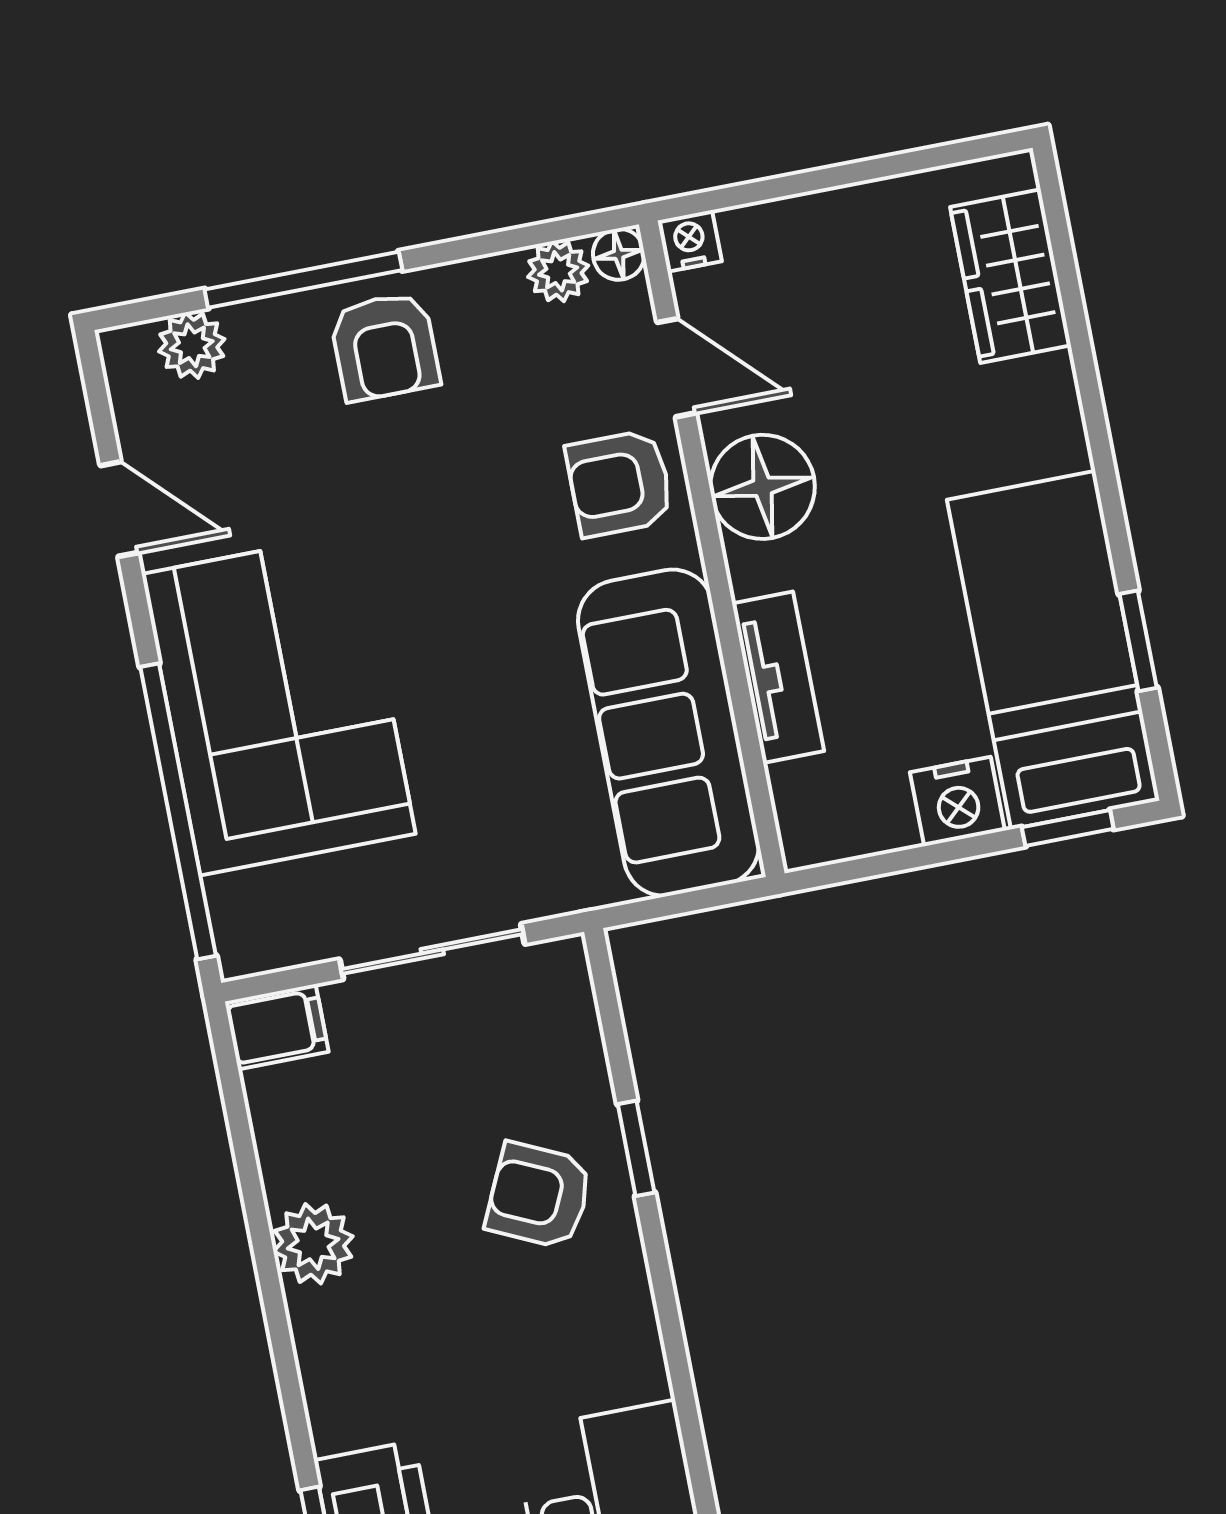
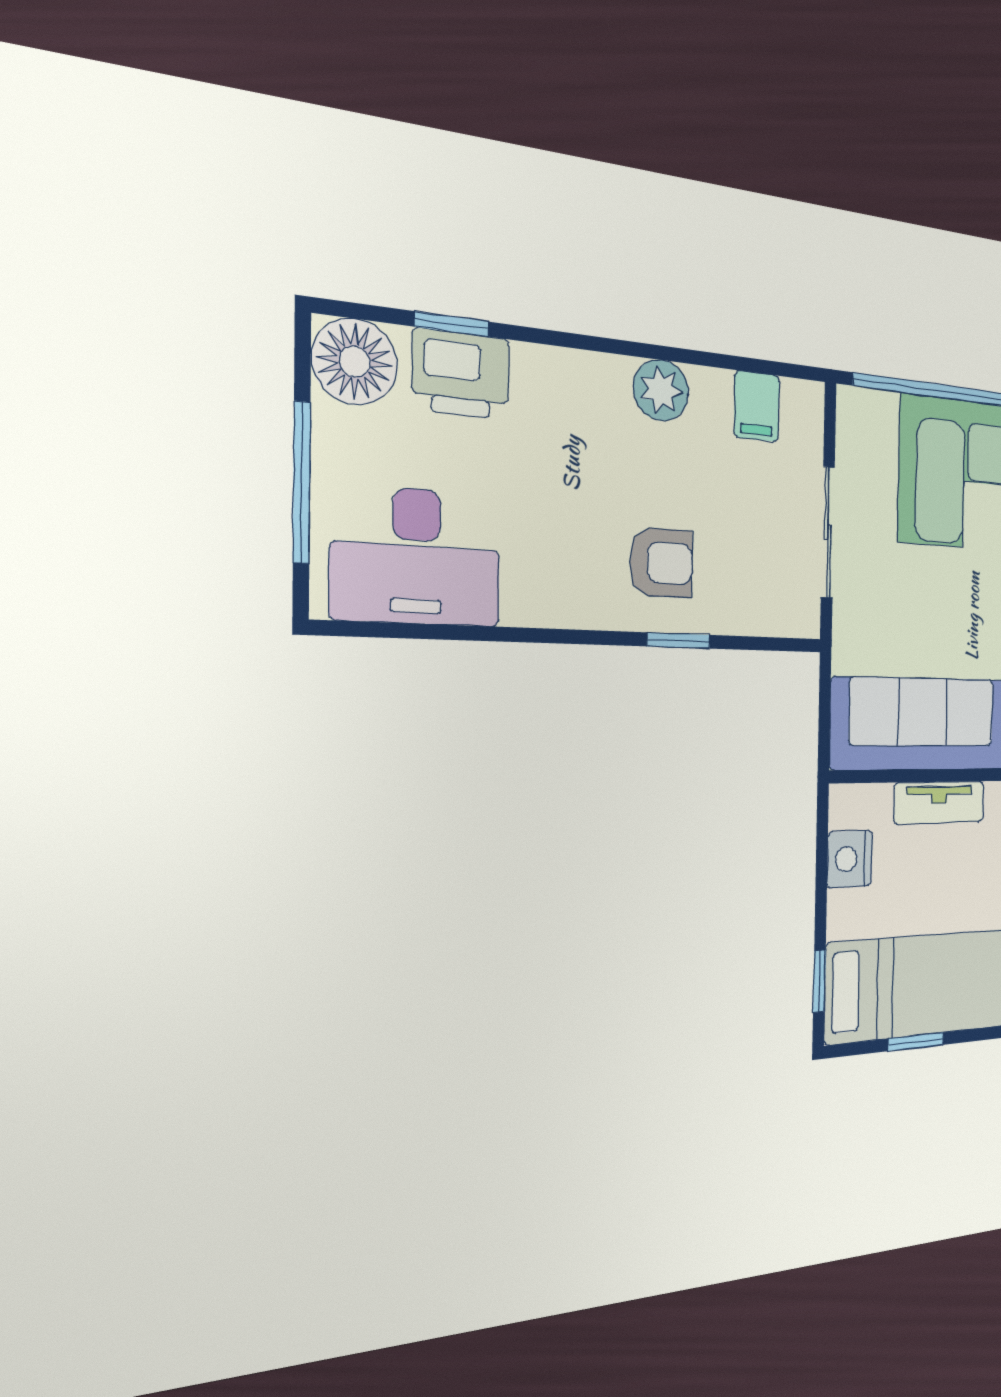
nightstand: (957, 801) -> (850, 859), moved
filing cabinet: (277, 1027) -> (757, 406), moved
armchair: (539, 1195) -> (661, 563), turned 65

